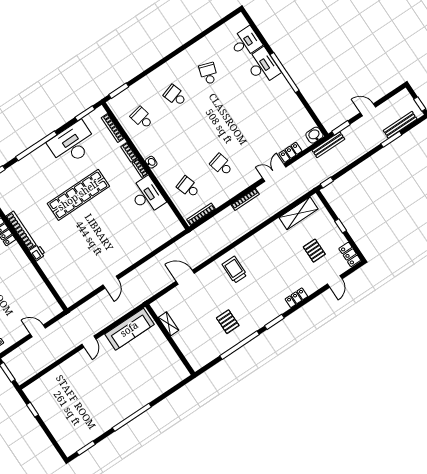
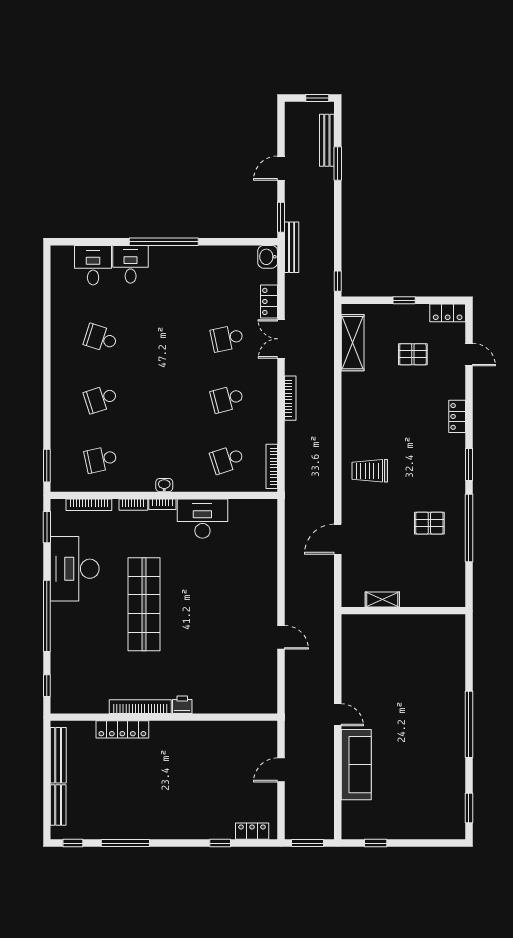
desk: (262, 66) -> (131, 264), width x0.73
school desk: (255, 143) -> (227, 338), added
sofa: (129, 329) -> (356, 765), moved

